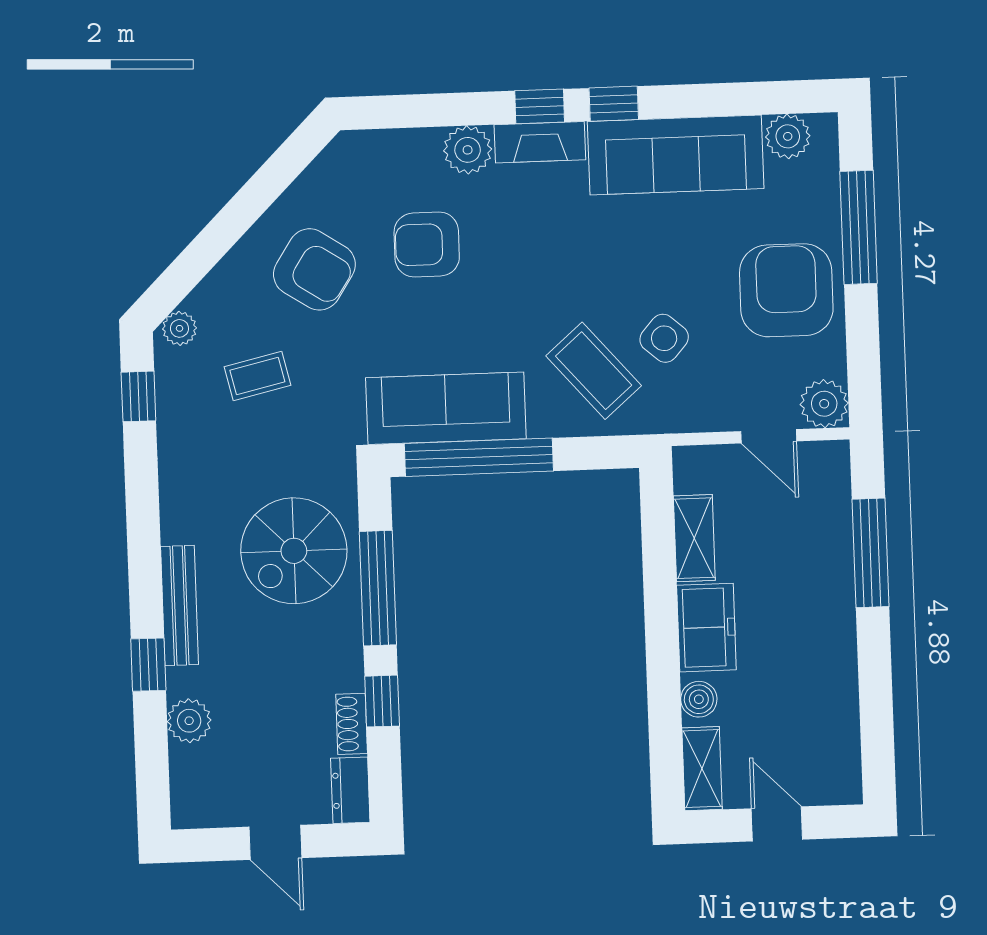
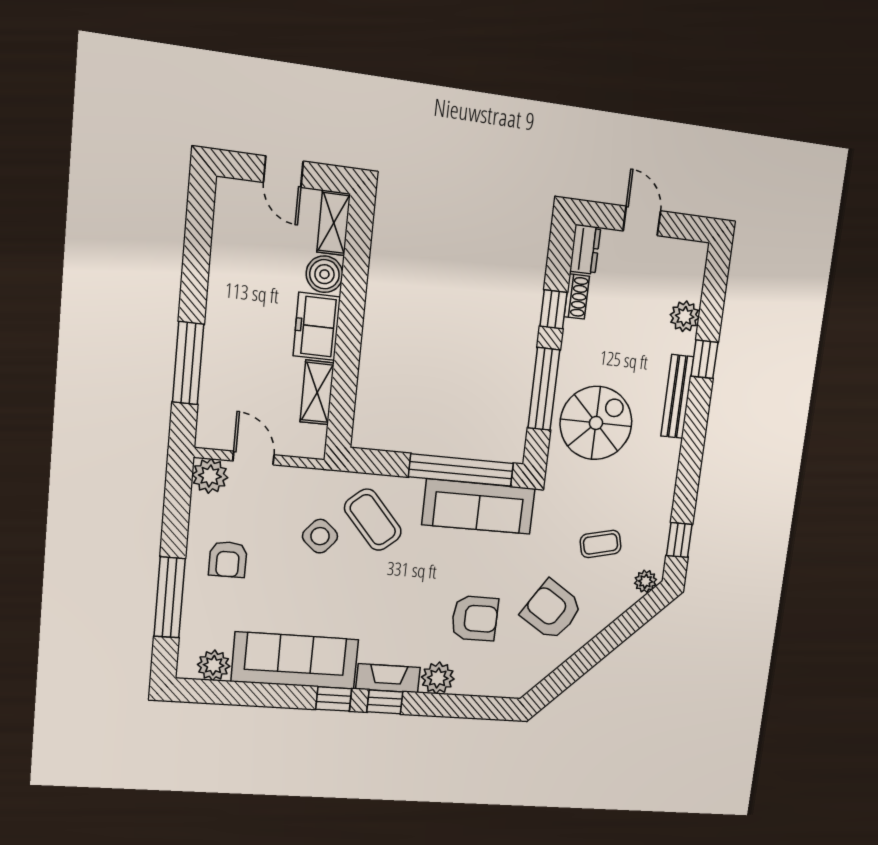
armchair: (786, 290) -> (228, 559), width x0.53, depth x0.53
boiler: (699, 699) -> (324, 274), width x1.36, depth x1.36

